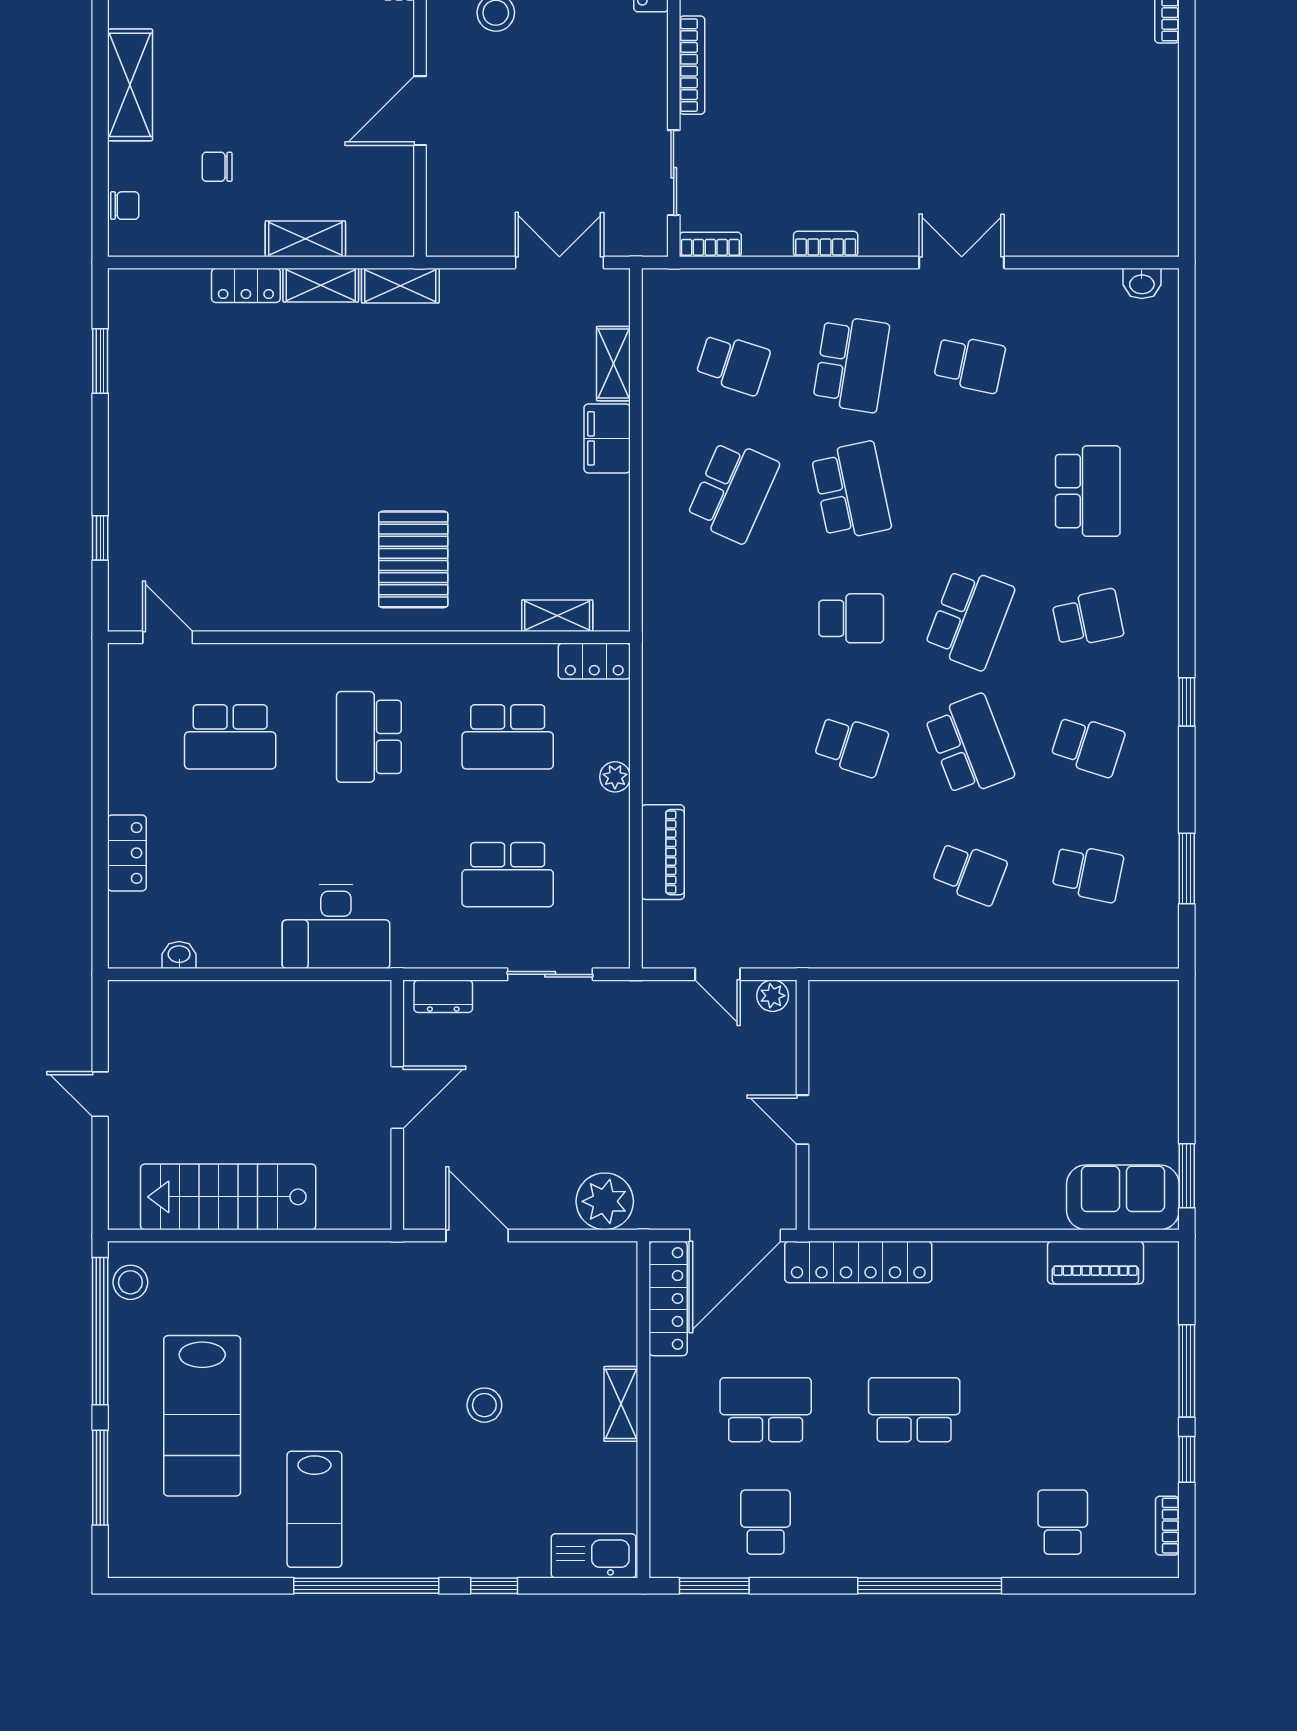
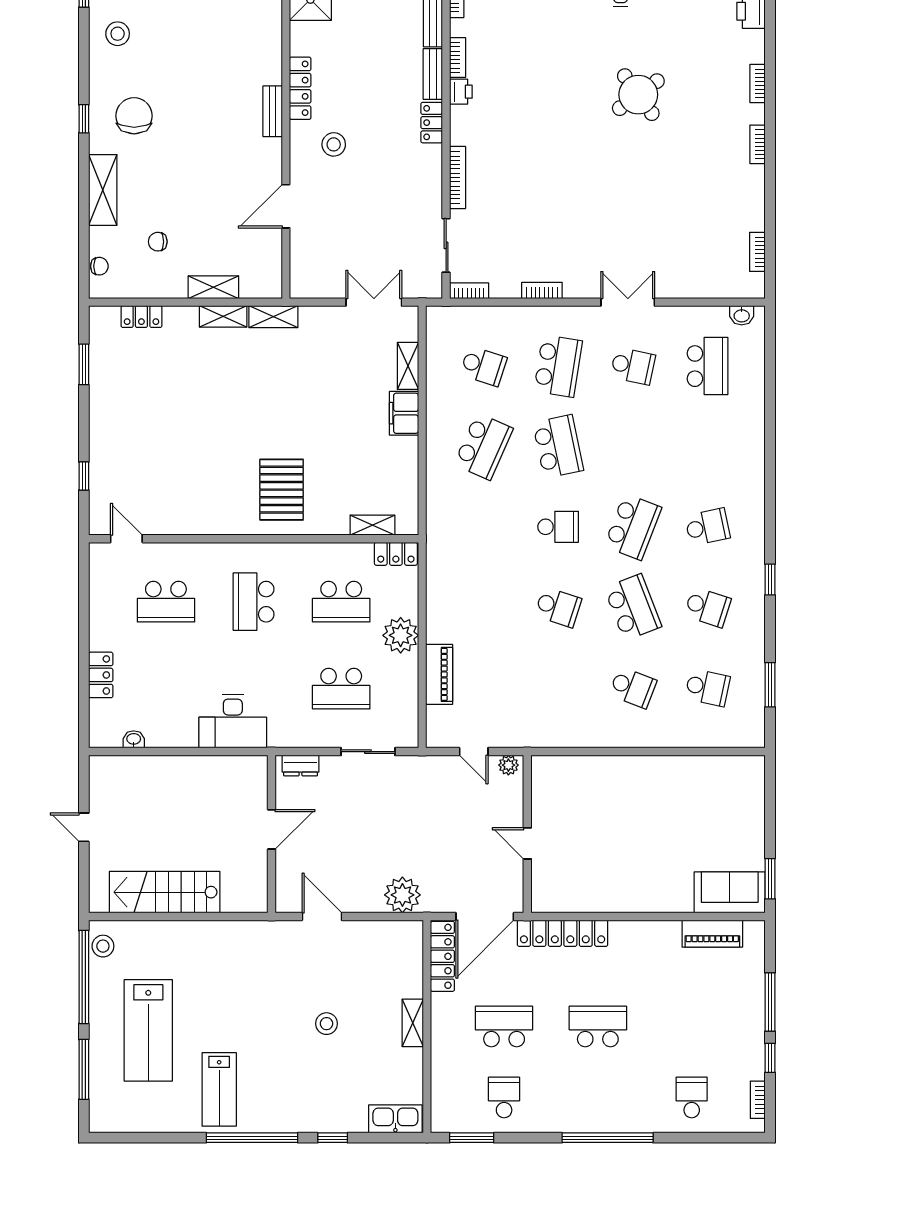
bookcase: (1167, 183) -> (757, 252), added
locker: (246, 285) -> (141, 317), moved
school desk: (1088, 491) -> (707, 366), moved
plant: (615, 777) -> (401, 635), width x1.88, depth x1.88

